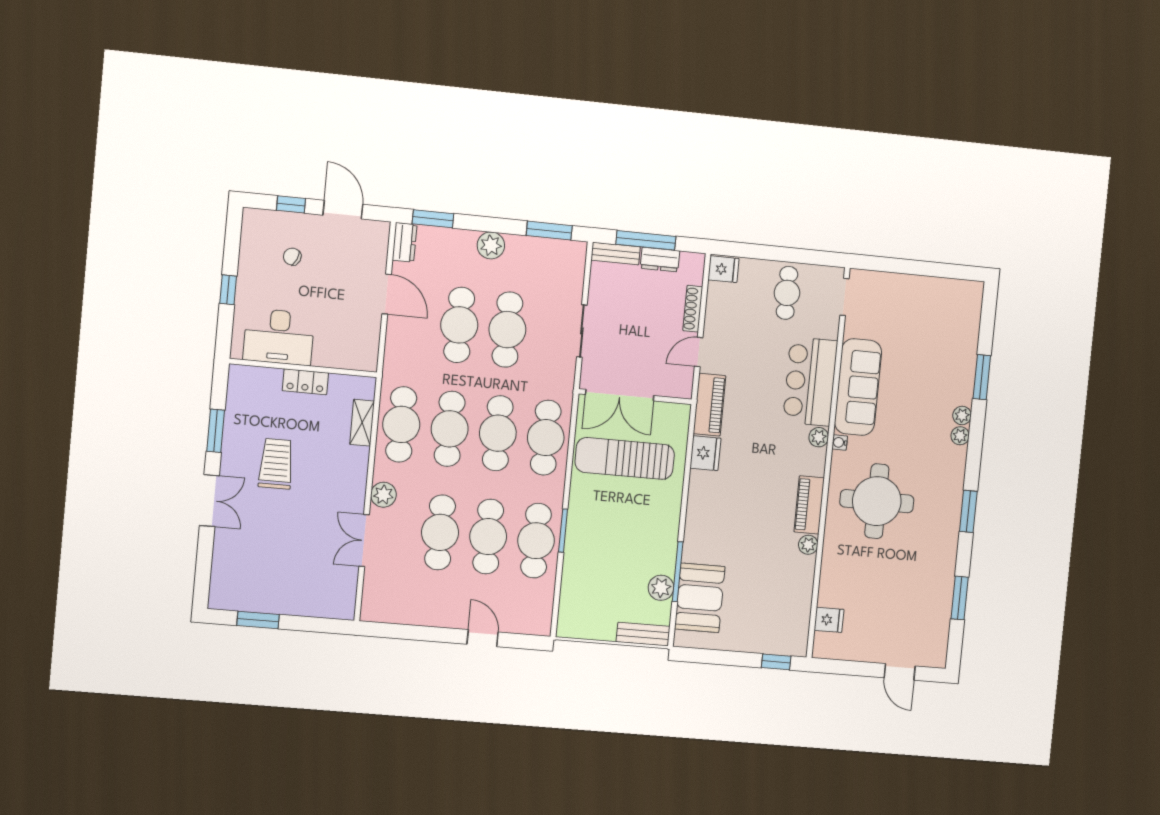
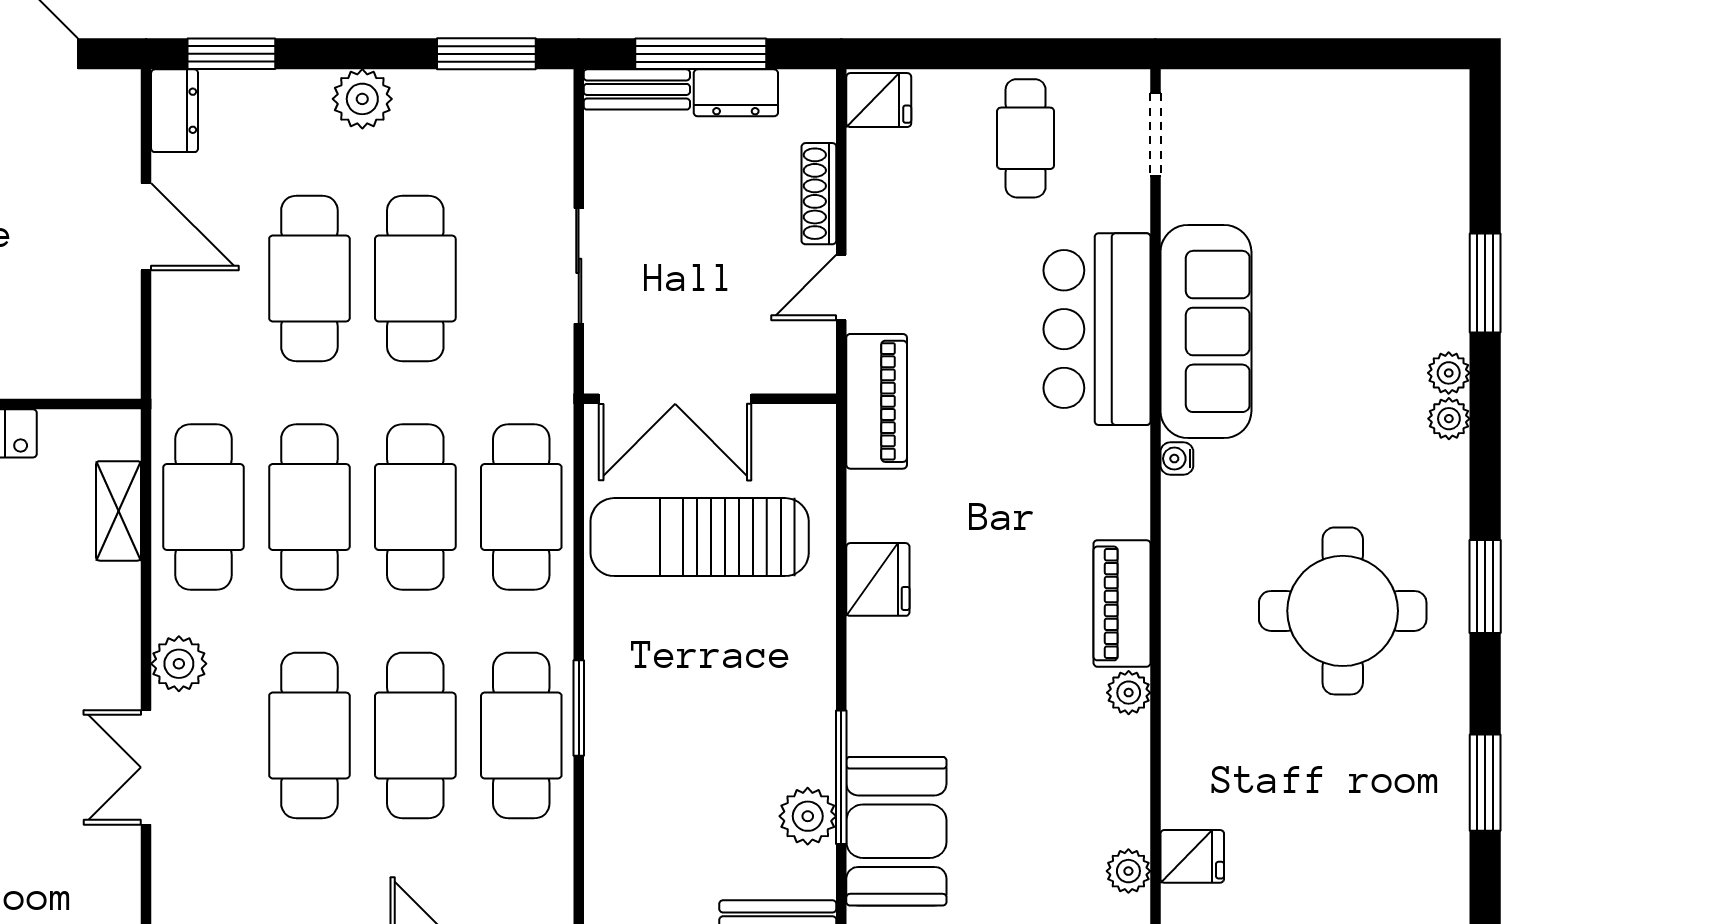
plant: (819, 437) -> (1128, 871), moved
fridge: (705, 453) -> (878, 579), moved
round table: (877, 501) -> (1343, 611), moved

